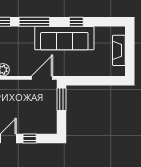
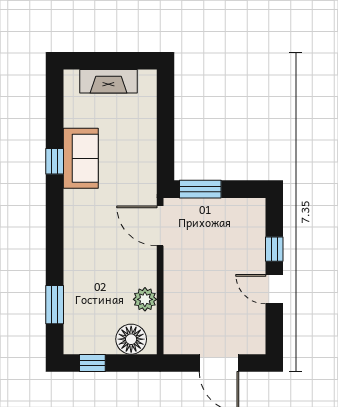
window: (34, 22) -> (55, 240), removed
sofa: (64, 38) -> (81, 158), width x0.54, depth x0.79

